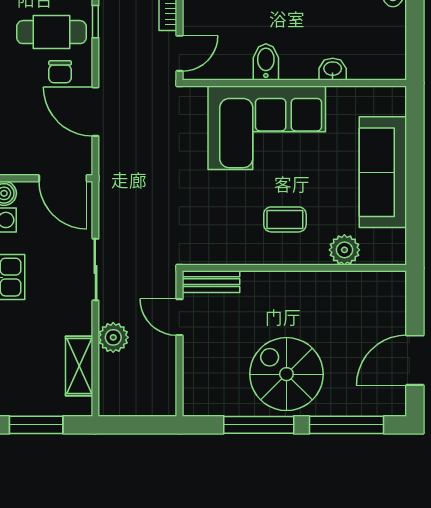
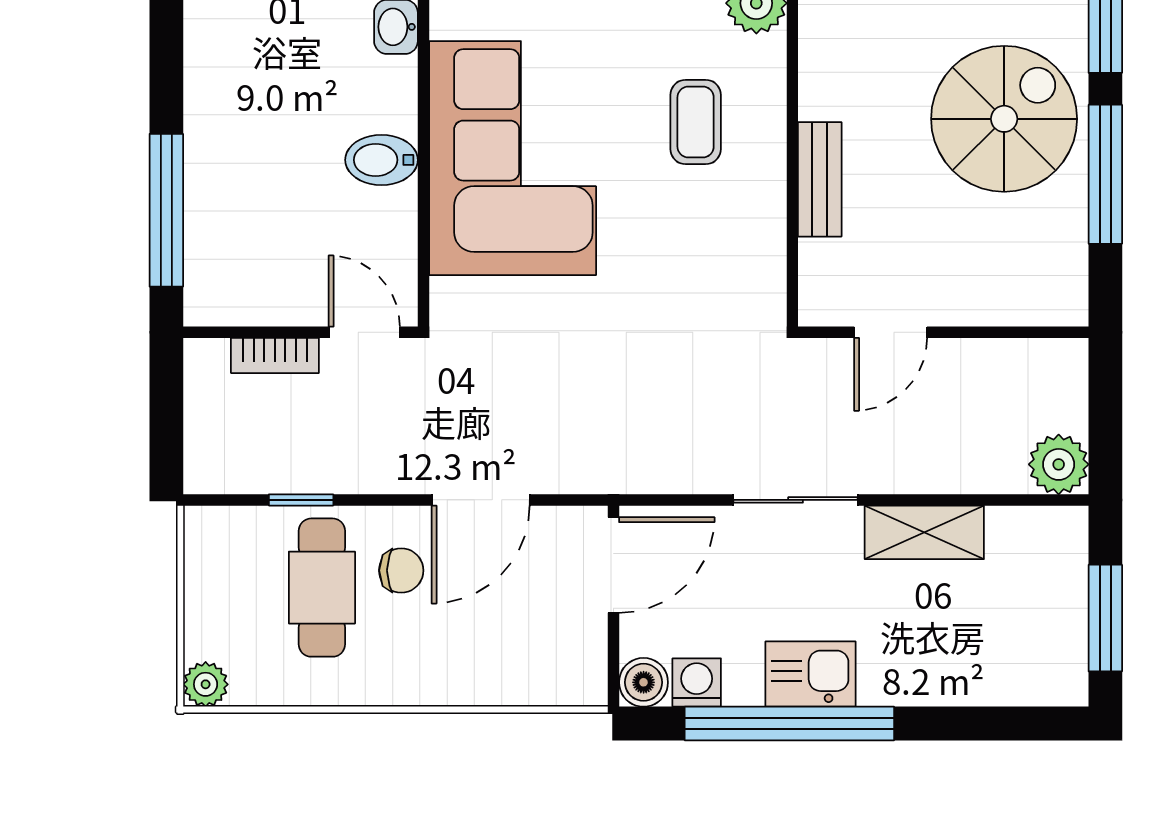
bench: (211, 282) -> (820, 179), moved
plant: (113, 337) -> (1059, 464), moved
shelving: (79, 366) -> (924, 532), moved
spiral stairs: (286, 374) -> (1004, 119), turned 180

